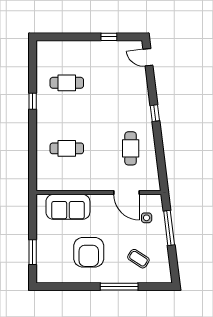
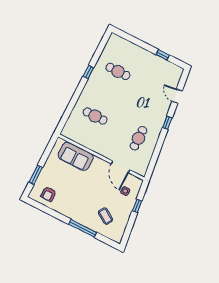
door: (148, 57) -> (177, 96), moved
window: (169, 228) -> (137, 206), width x0.46
armchair: (89, 252) -> (48, 194), moved, width x0.53, depth x0.53

